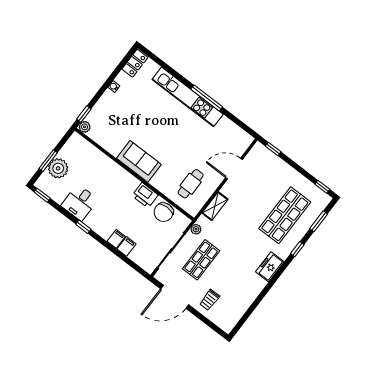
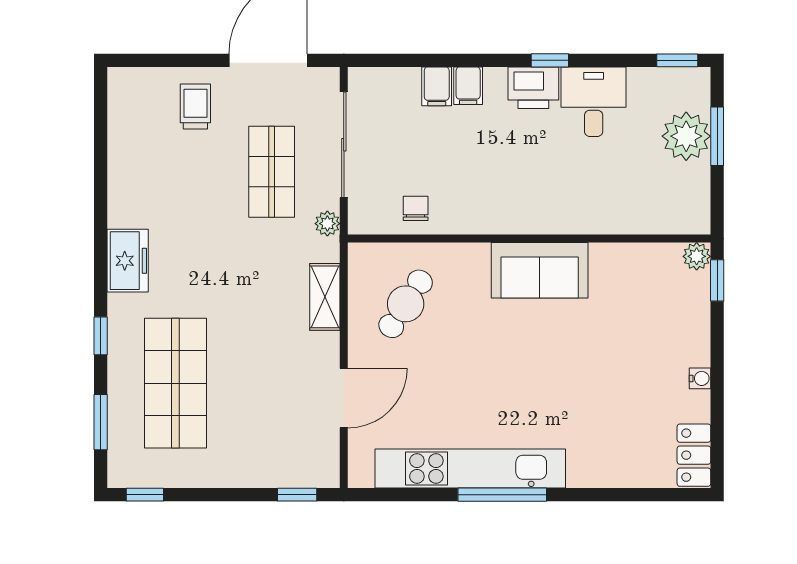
kitchen unit: (188, 97) -> (470, 468), moved
cafe table: (191, 184) -> (406, 304), turned 33
printer: (145, 195) -> (533, 88), moved, turned 180
chair: (164, 212) -> (416, 208), width x0.54, depth x0.54

